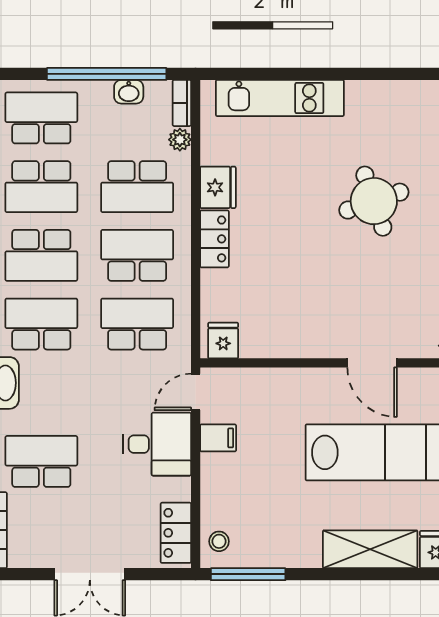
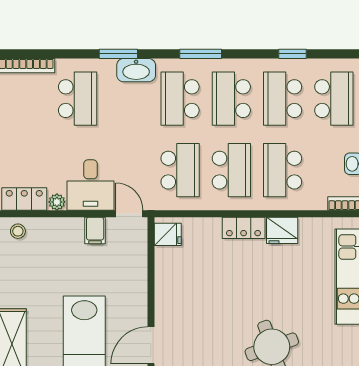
plant: (180, 140) -> (57, 202), moved
school desk: (41, 324) -> (180, 99), turned 180

